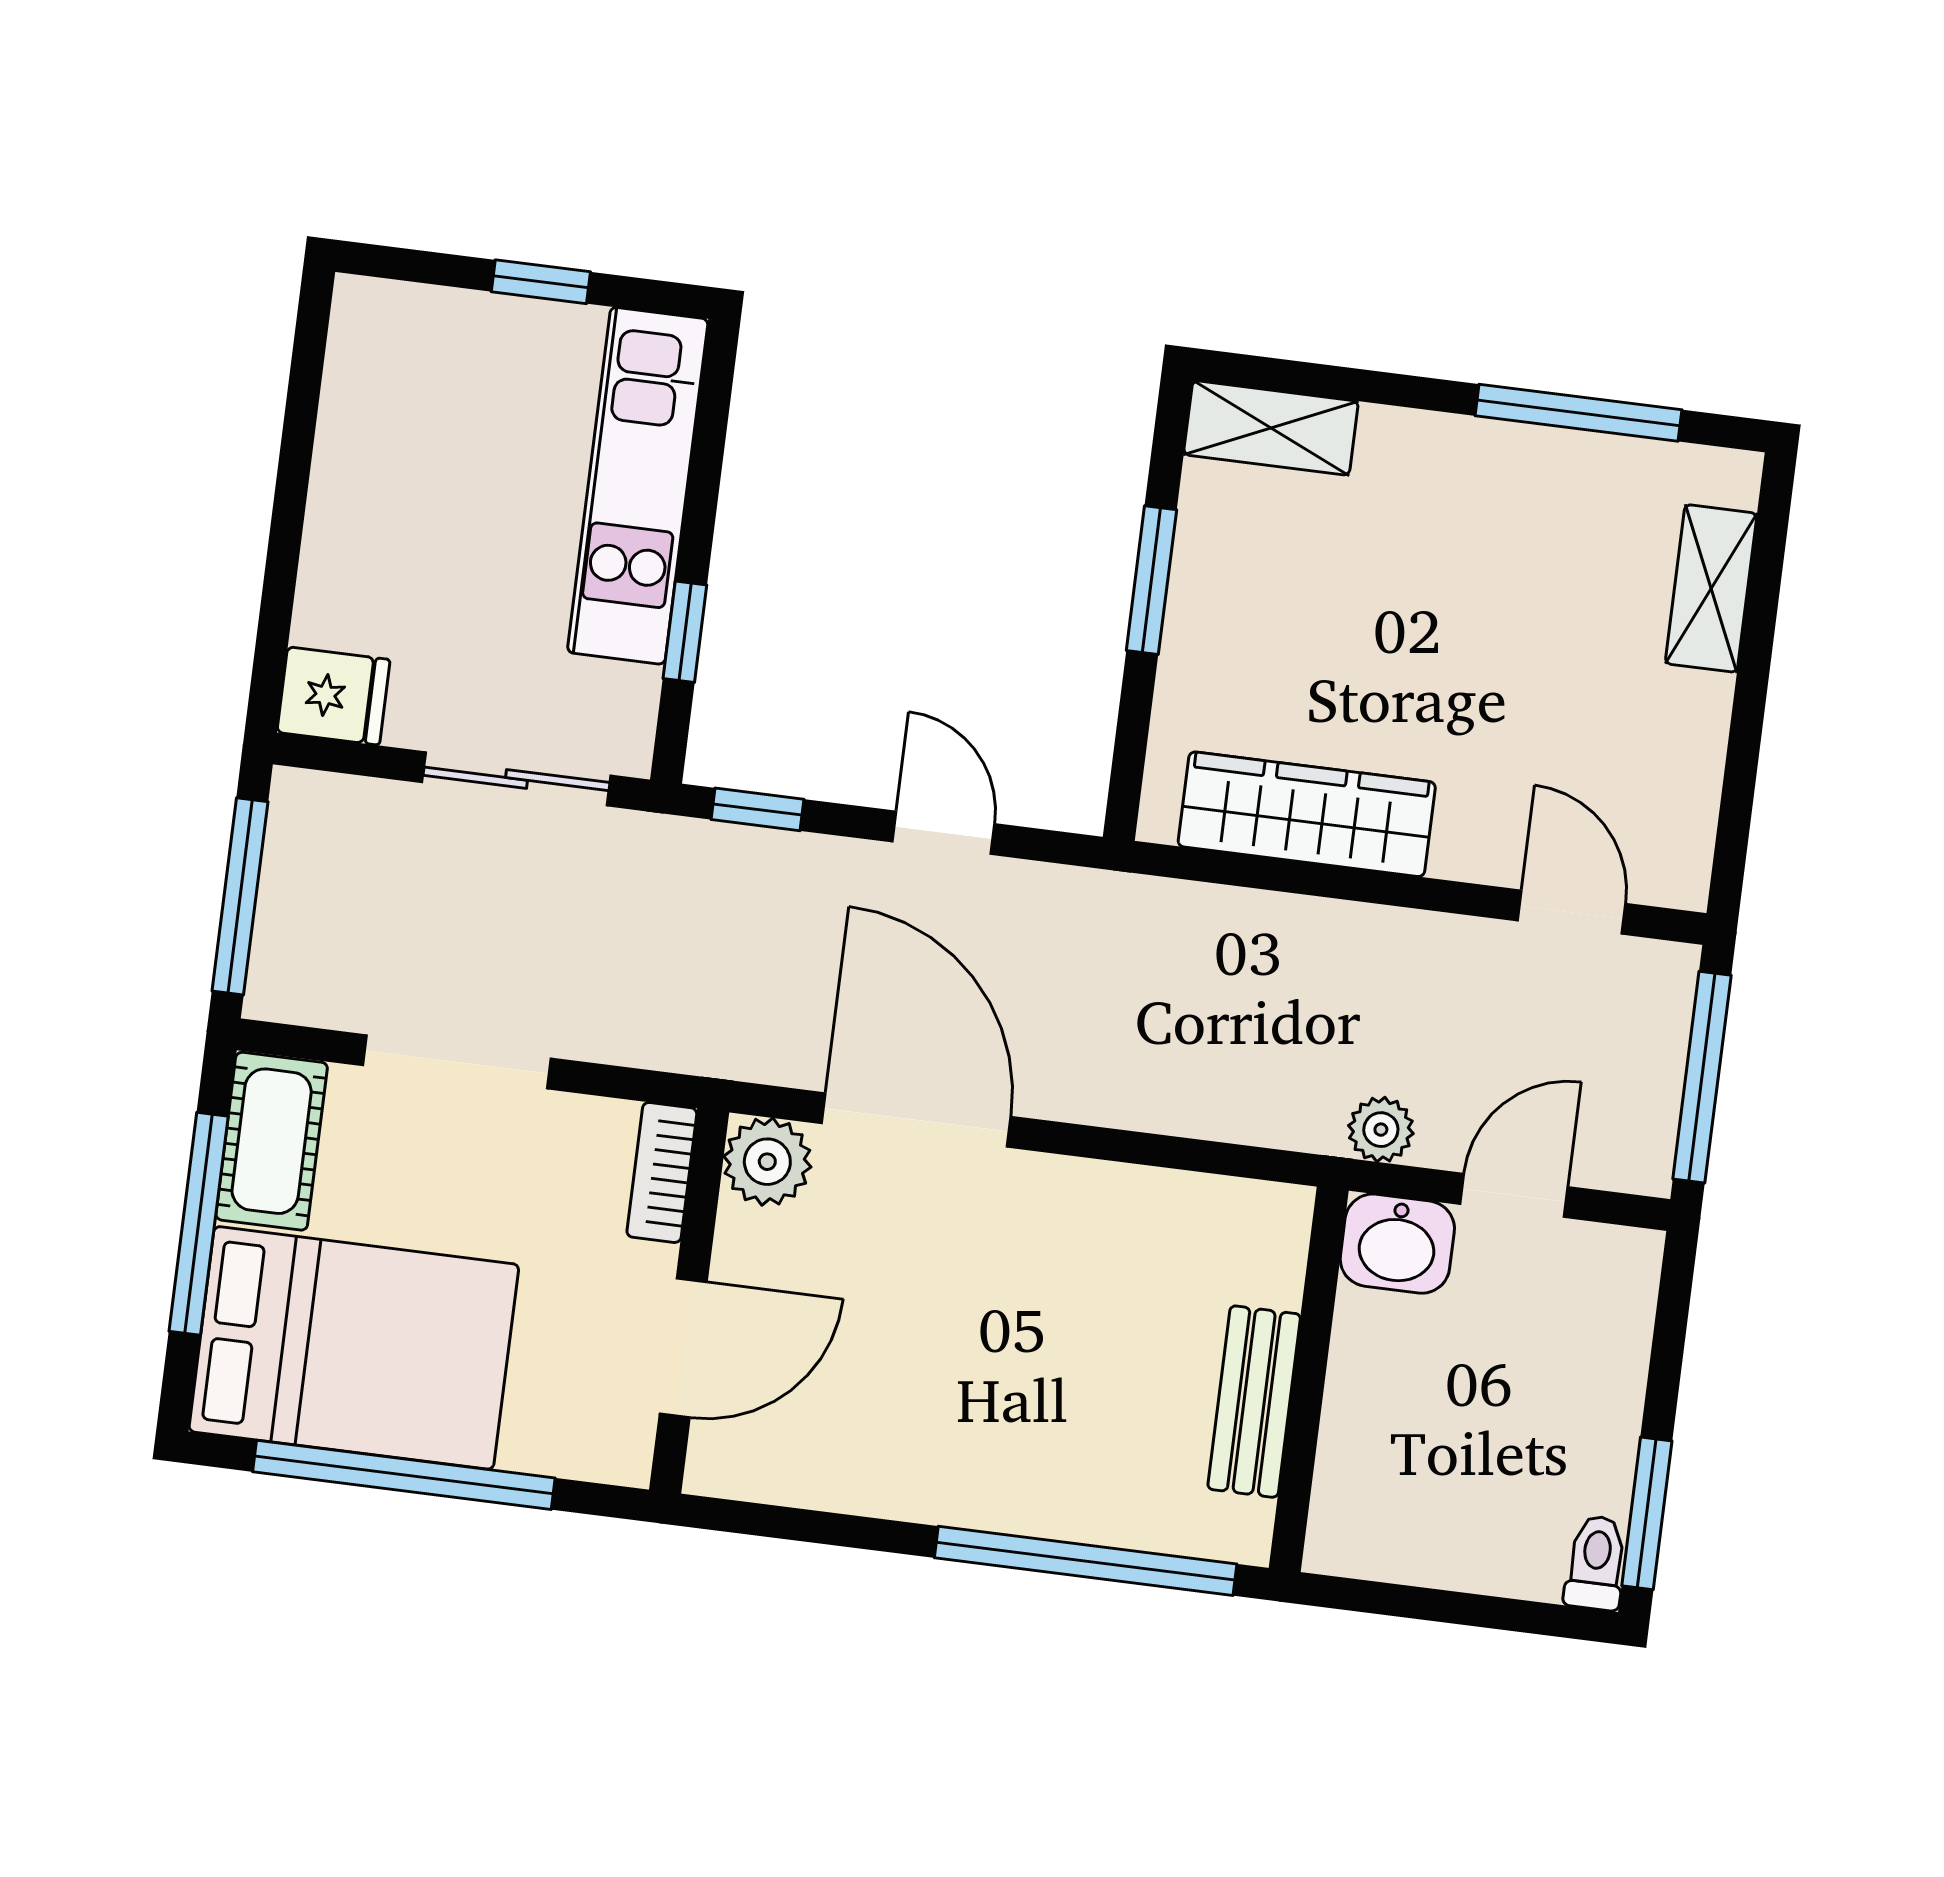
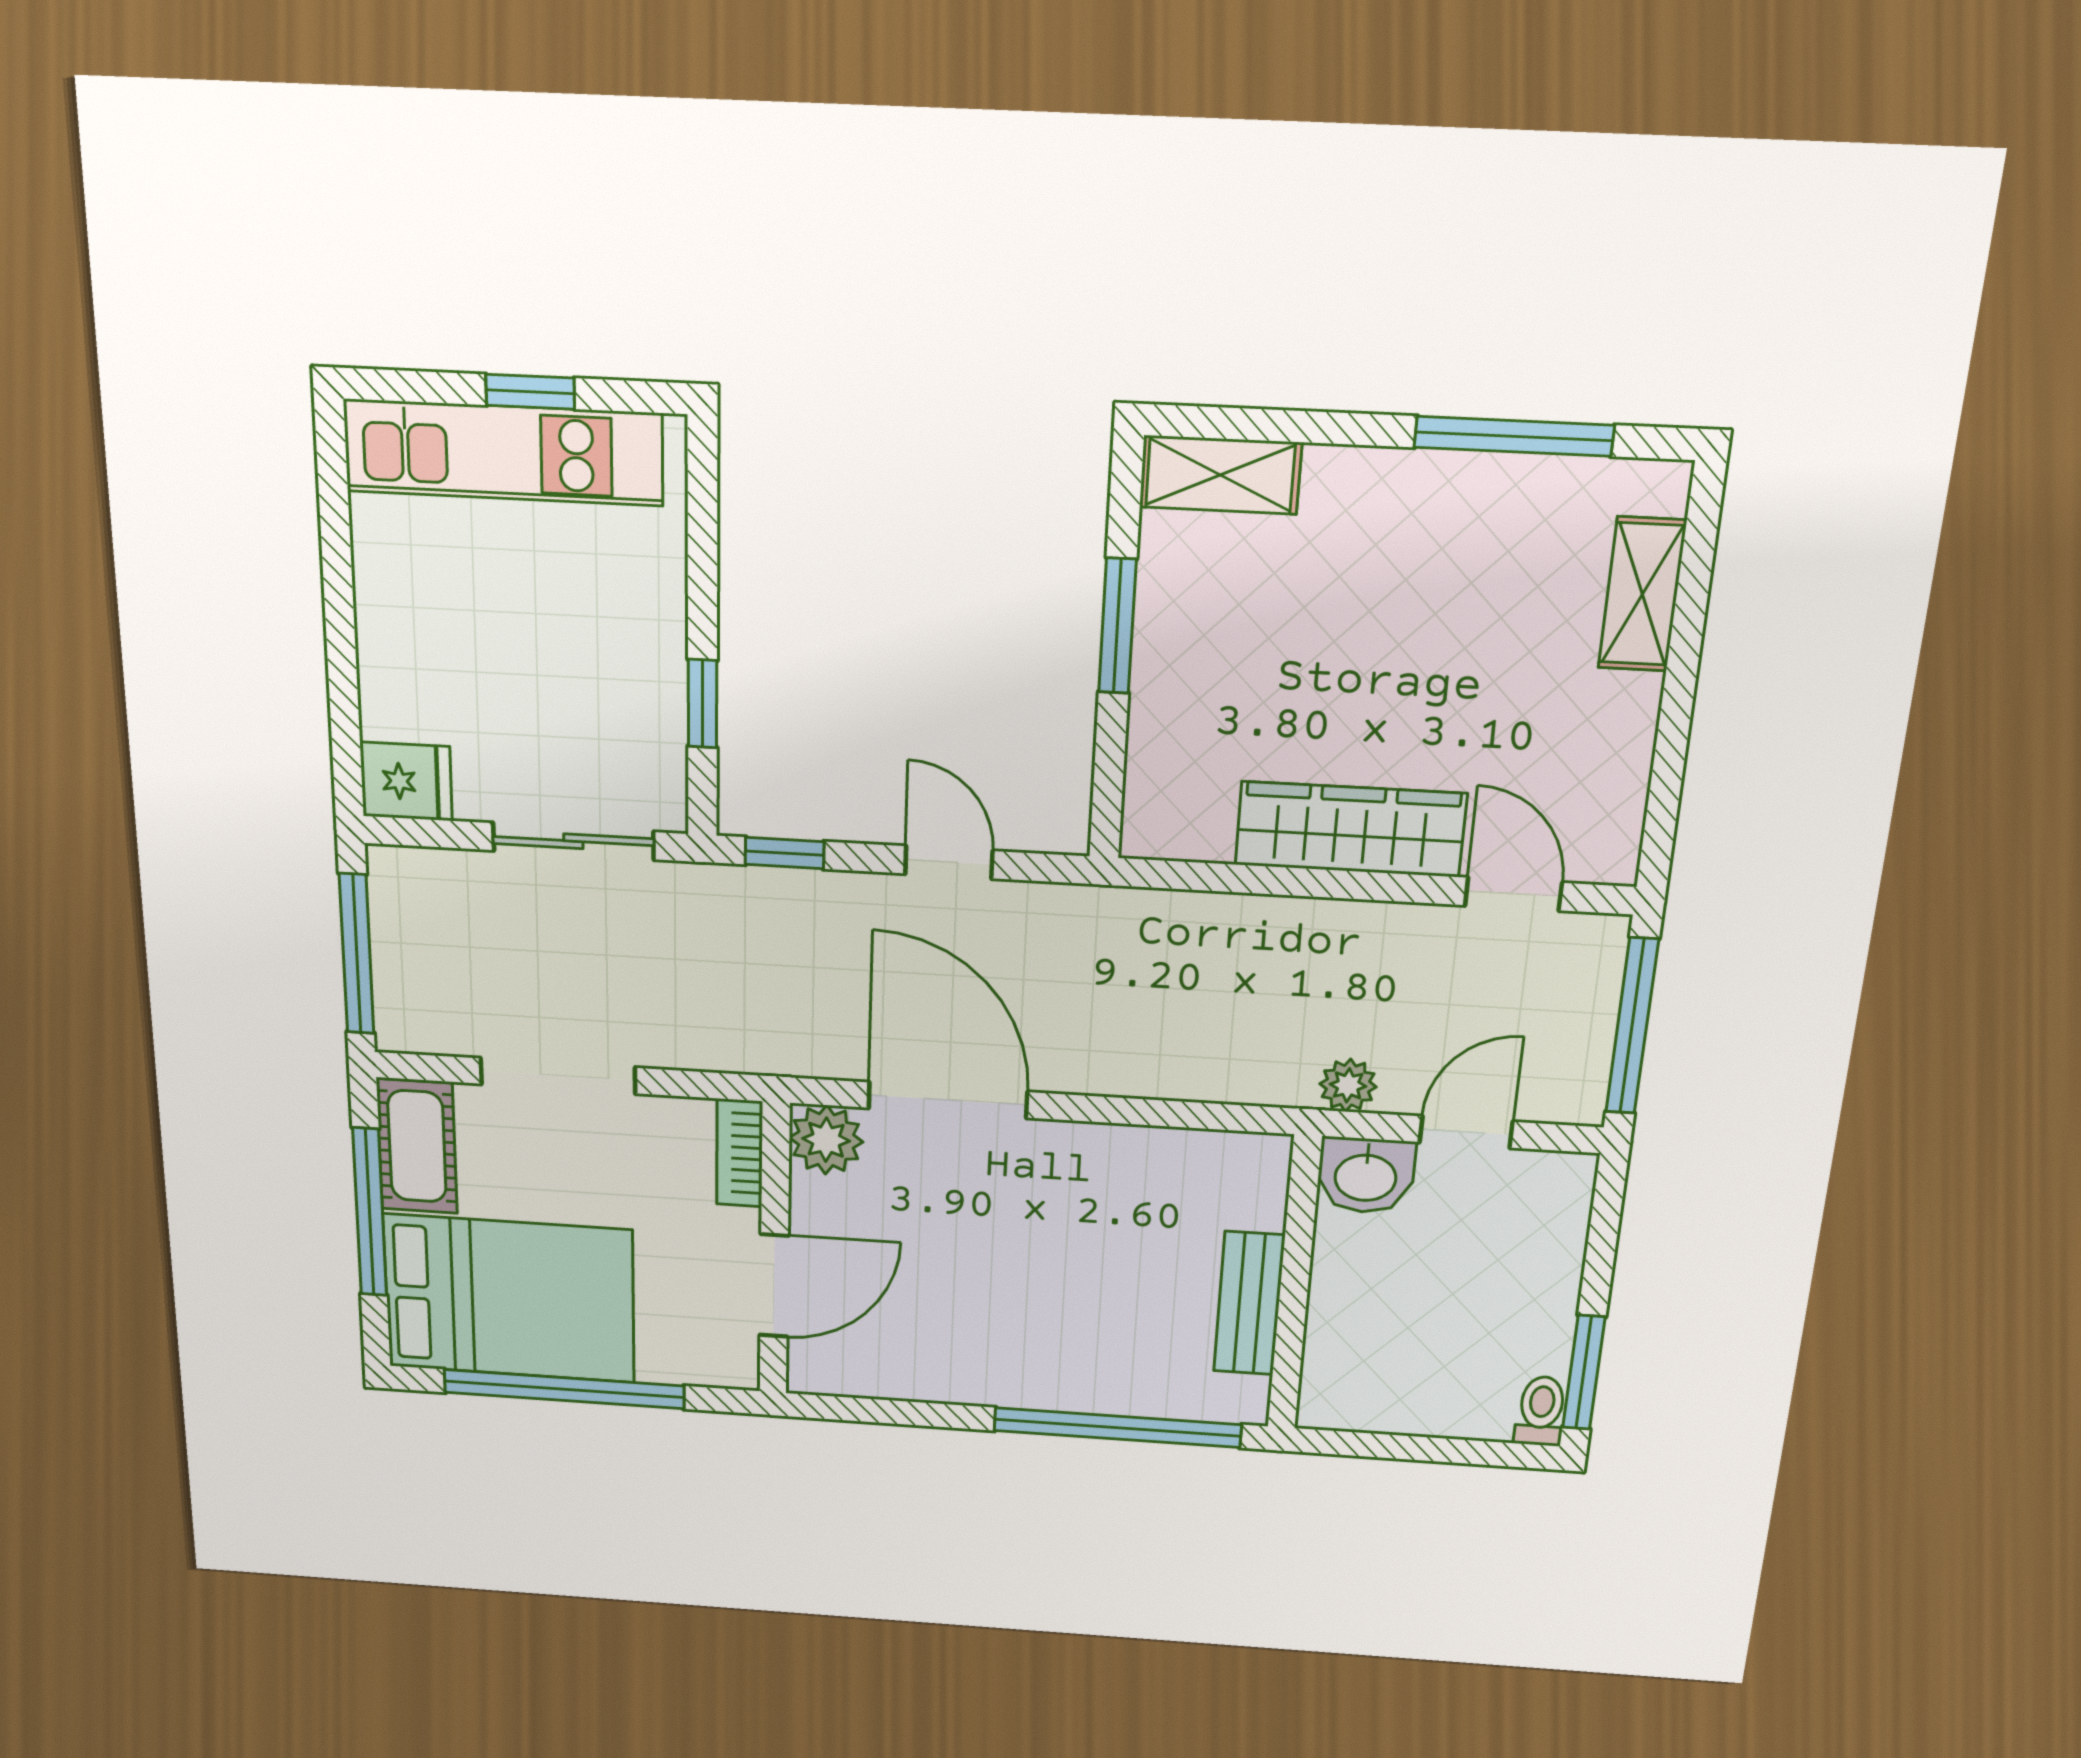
kitchen unit: (638, 486) -> (503, 452), moved, turned -90
wardrobe: (1307, 814) -> (1351, 829), moved

